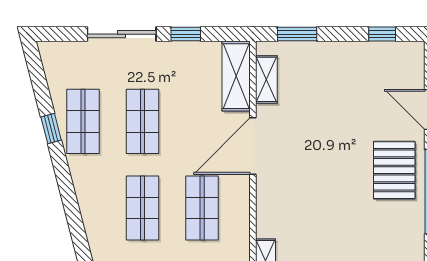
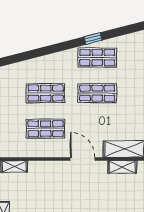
door: (253, 146) -> (83, 159), width x0.73

